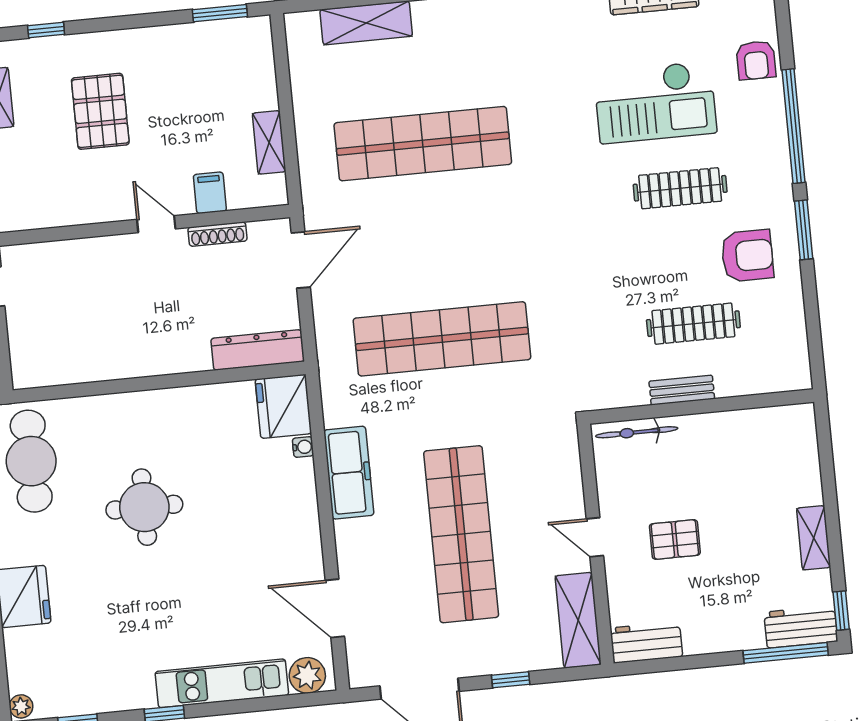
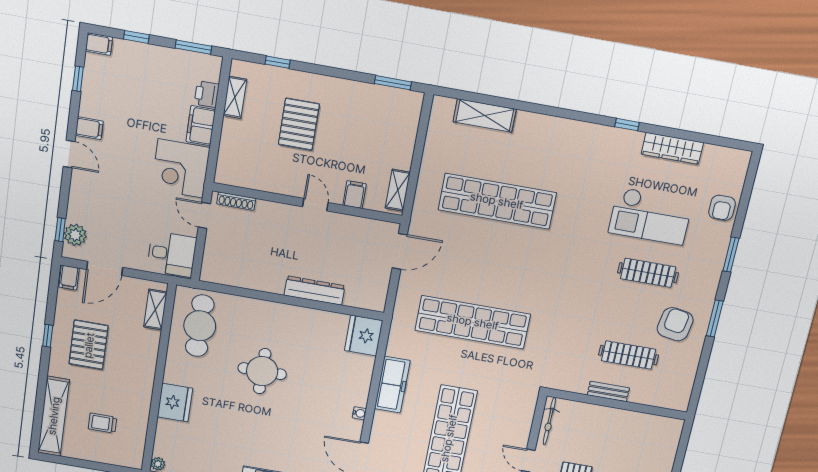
window: (794, 126) -> (731, 255), width x0.47
shelving: (269, 142) -> (398, 190), moved
shoe rack: (217, 234) -> (236, 201), moved
armchair: (747, 256) -> (675, 324), turned -81
dresser: (258, 350) -> (314, 291), moved
bicycle: (637, 432) -> (549, 421), moved, turned -90
water cooler: (303, 447) -> (359, 413), moved

